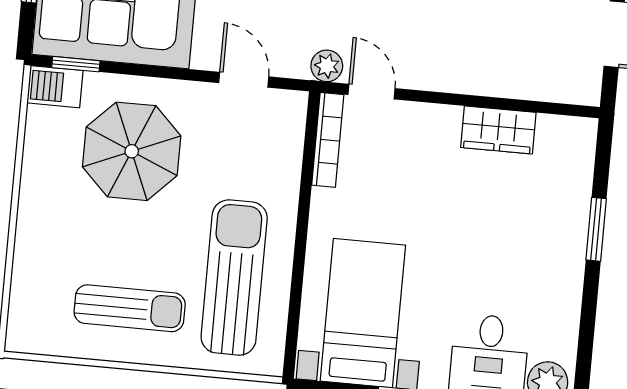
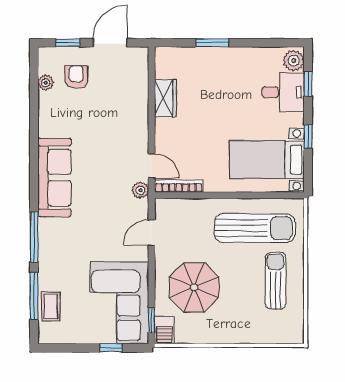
door: (371, 92) -> (152, 166), swing flipped
sun lounger: (234, 277) -> (255, 228), turned 180

